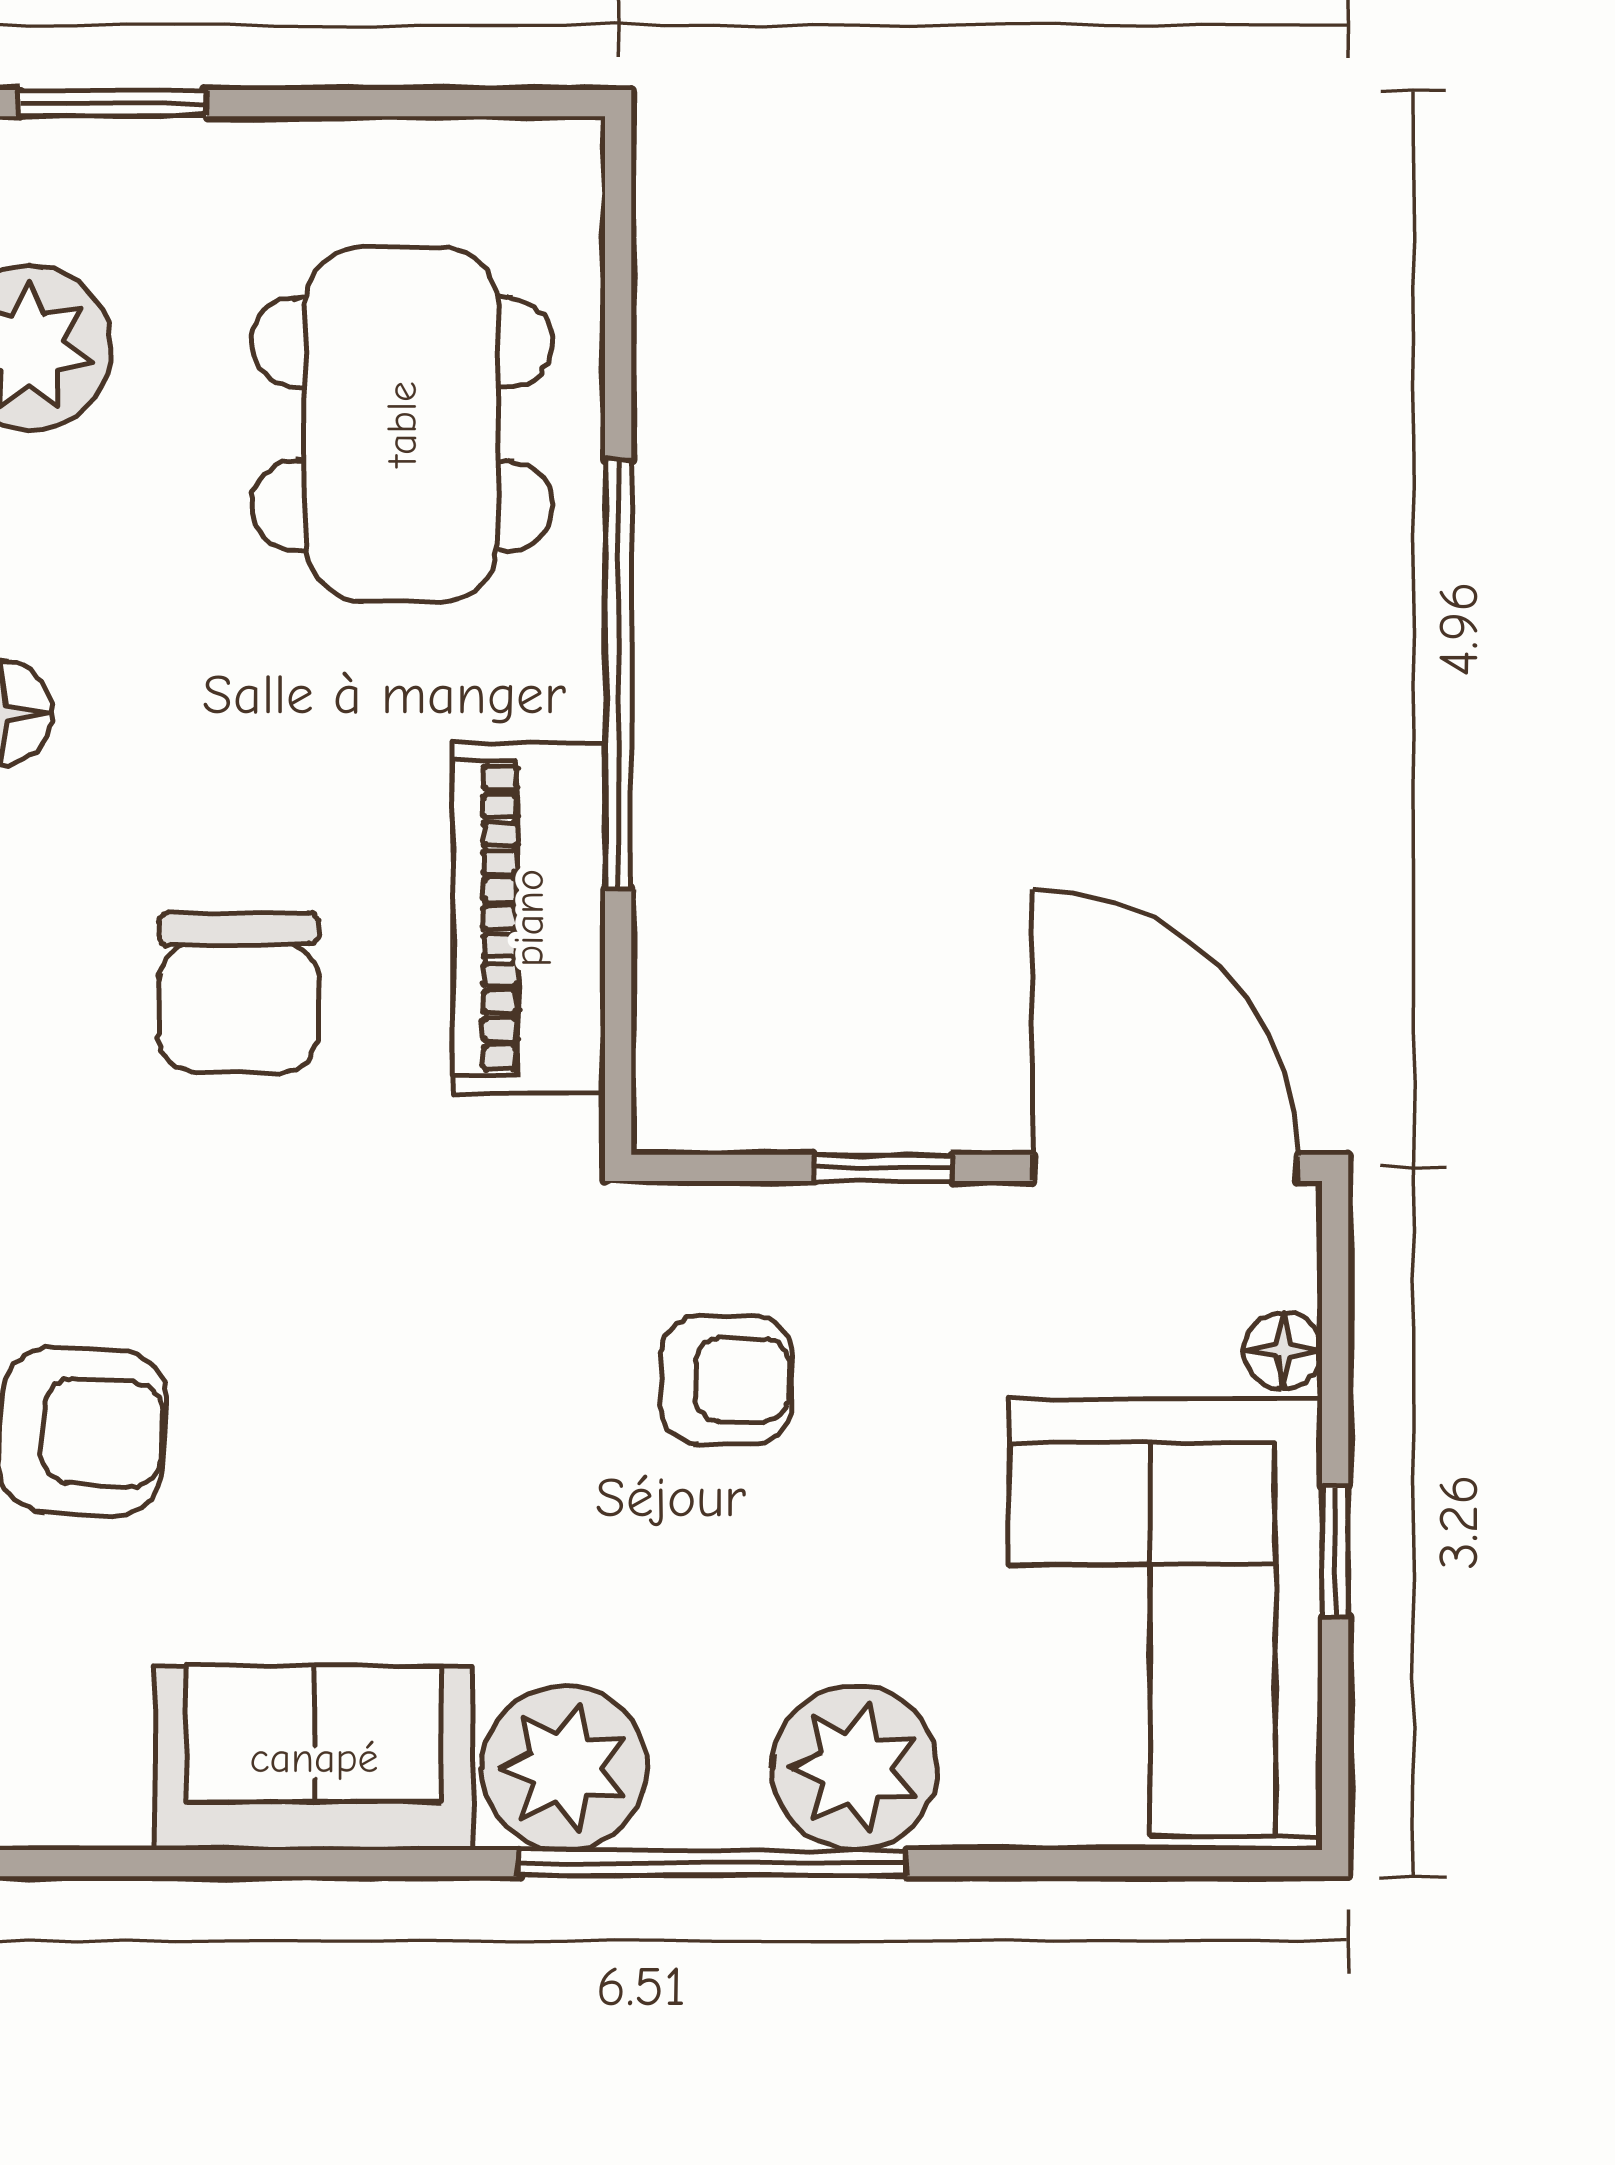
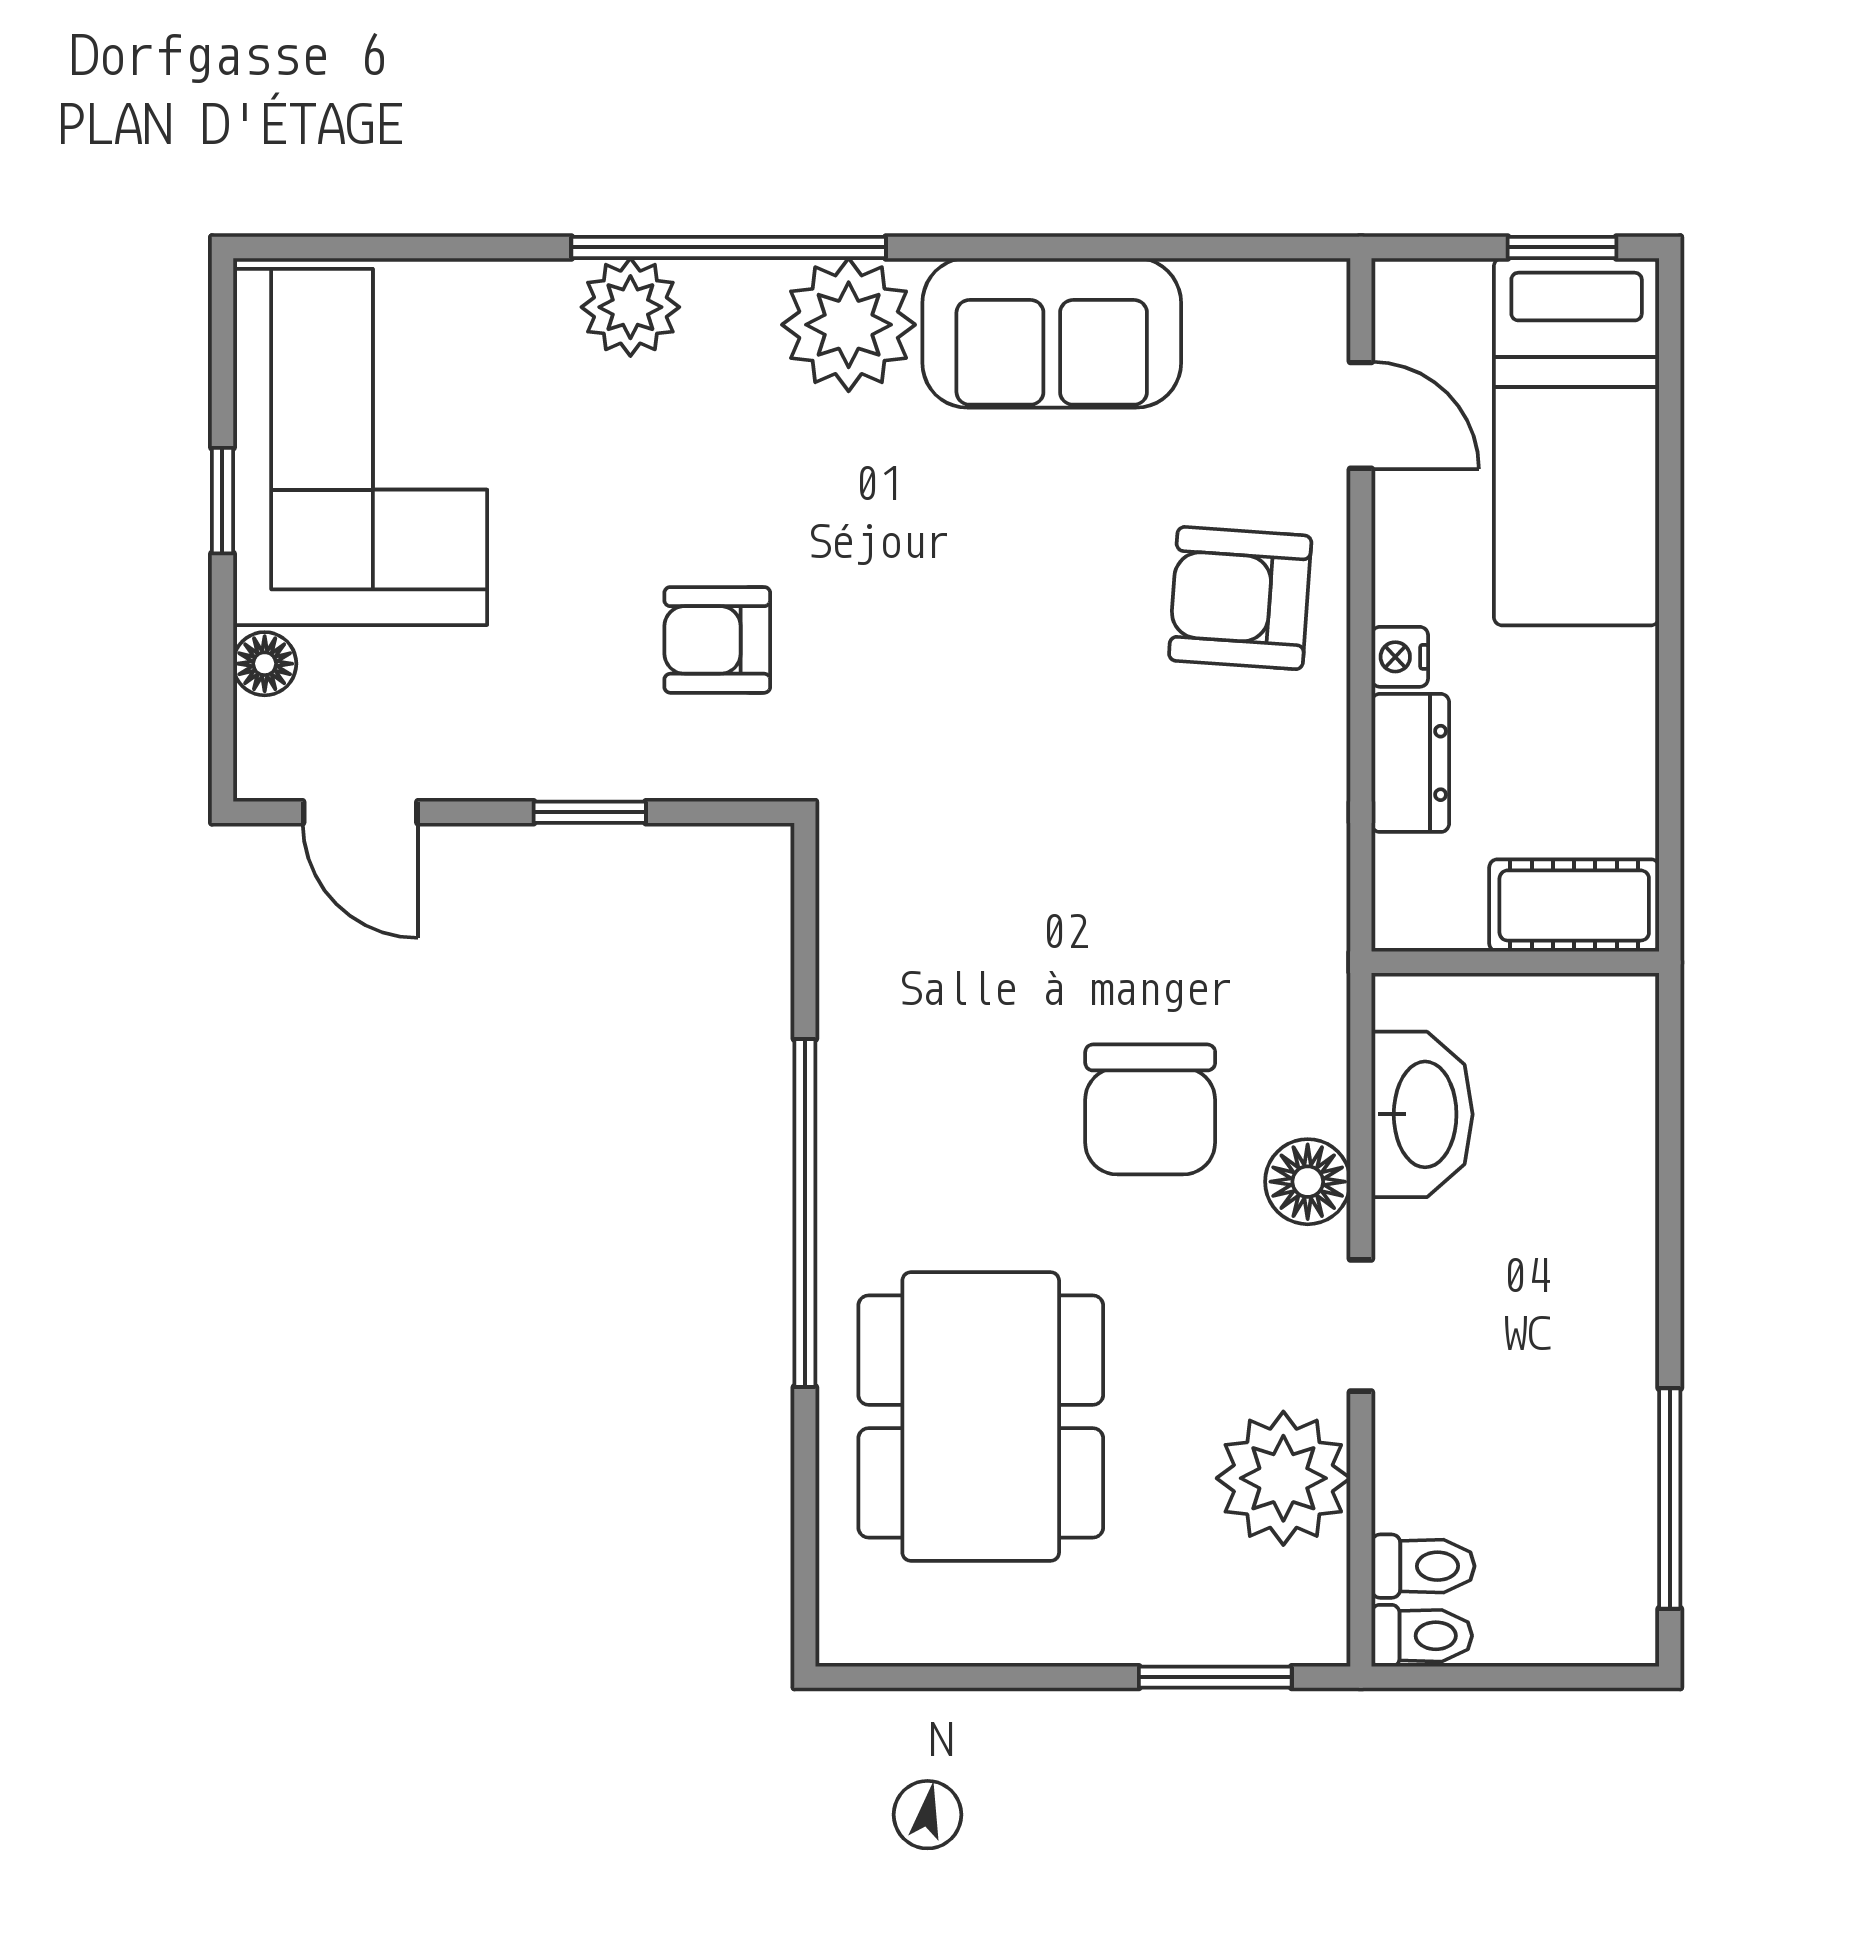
piano: (529, 918) -> (877, 1015), removed
chair: (238, 993) -> (1150, 1109), moved, turned 180
door: (1165, 1168) -> (360, 812), width x0.53
plant: (855, 1768) -> (630, 307), width x0.73, depth x0.73

